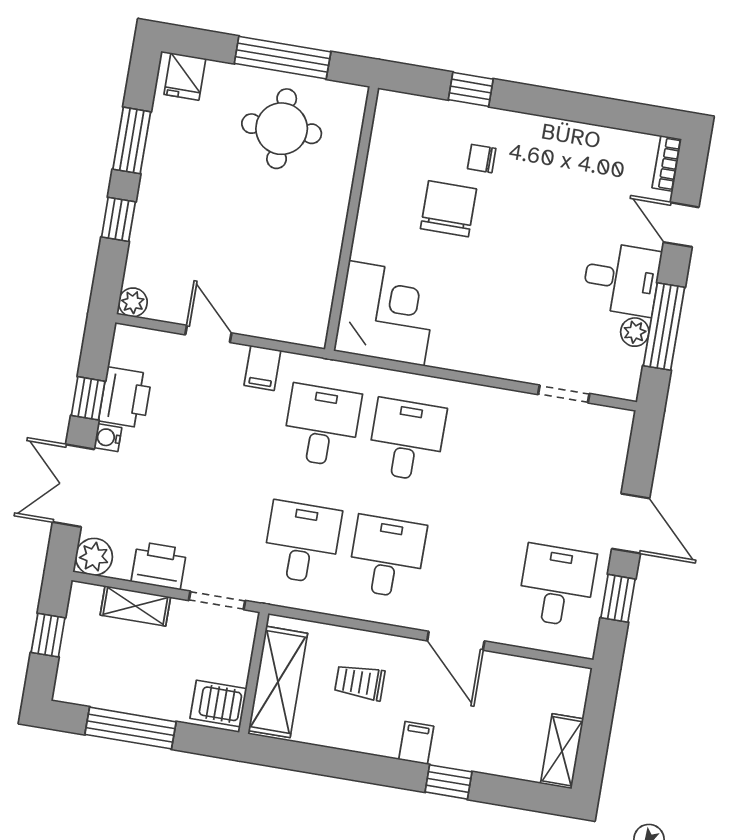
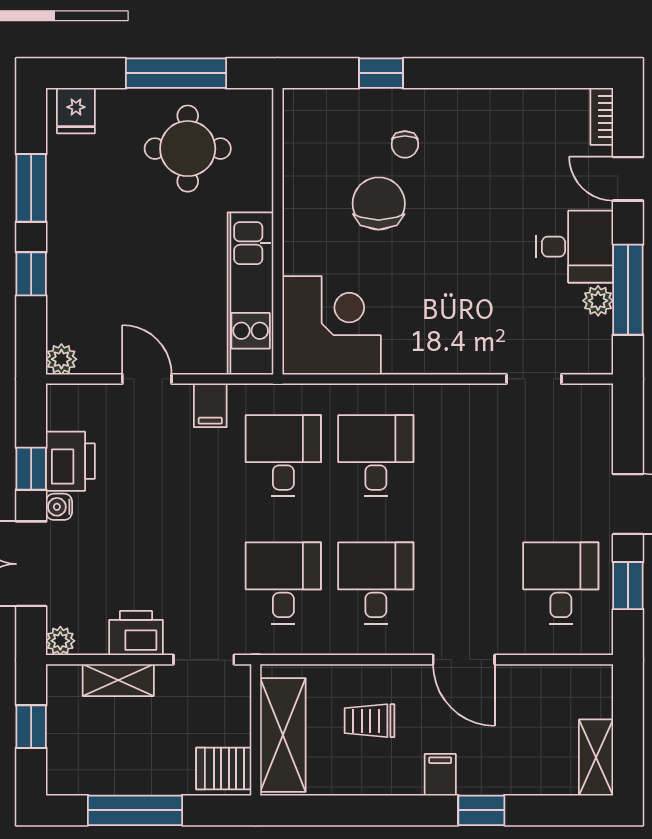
chair: (482, 159) -> (405, 144), turned -90
kitchen unit: (317, 271) -> (251, 293), added
plant: (94, 557) -> (60, 641), width x0.73, depth x0.73

